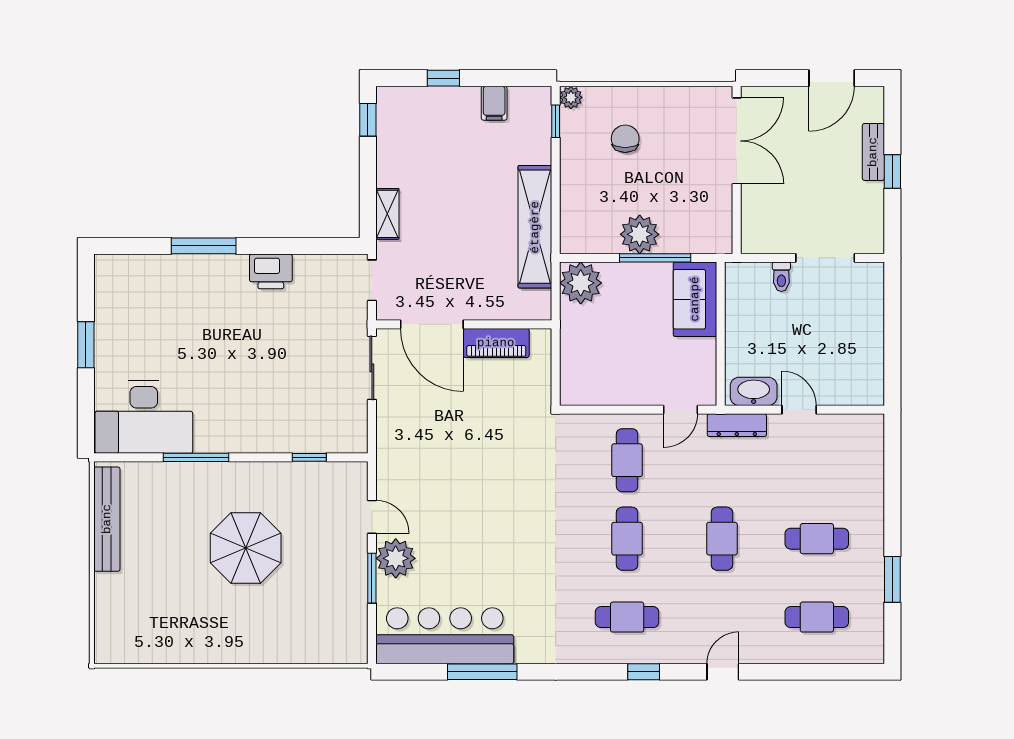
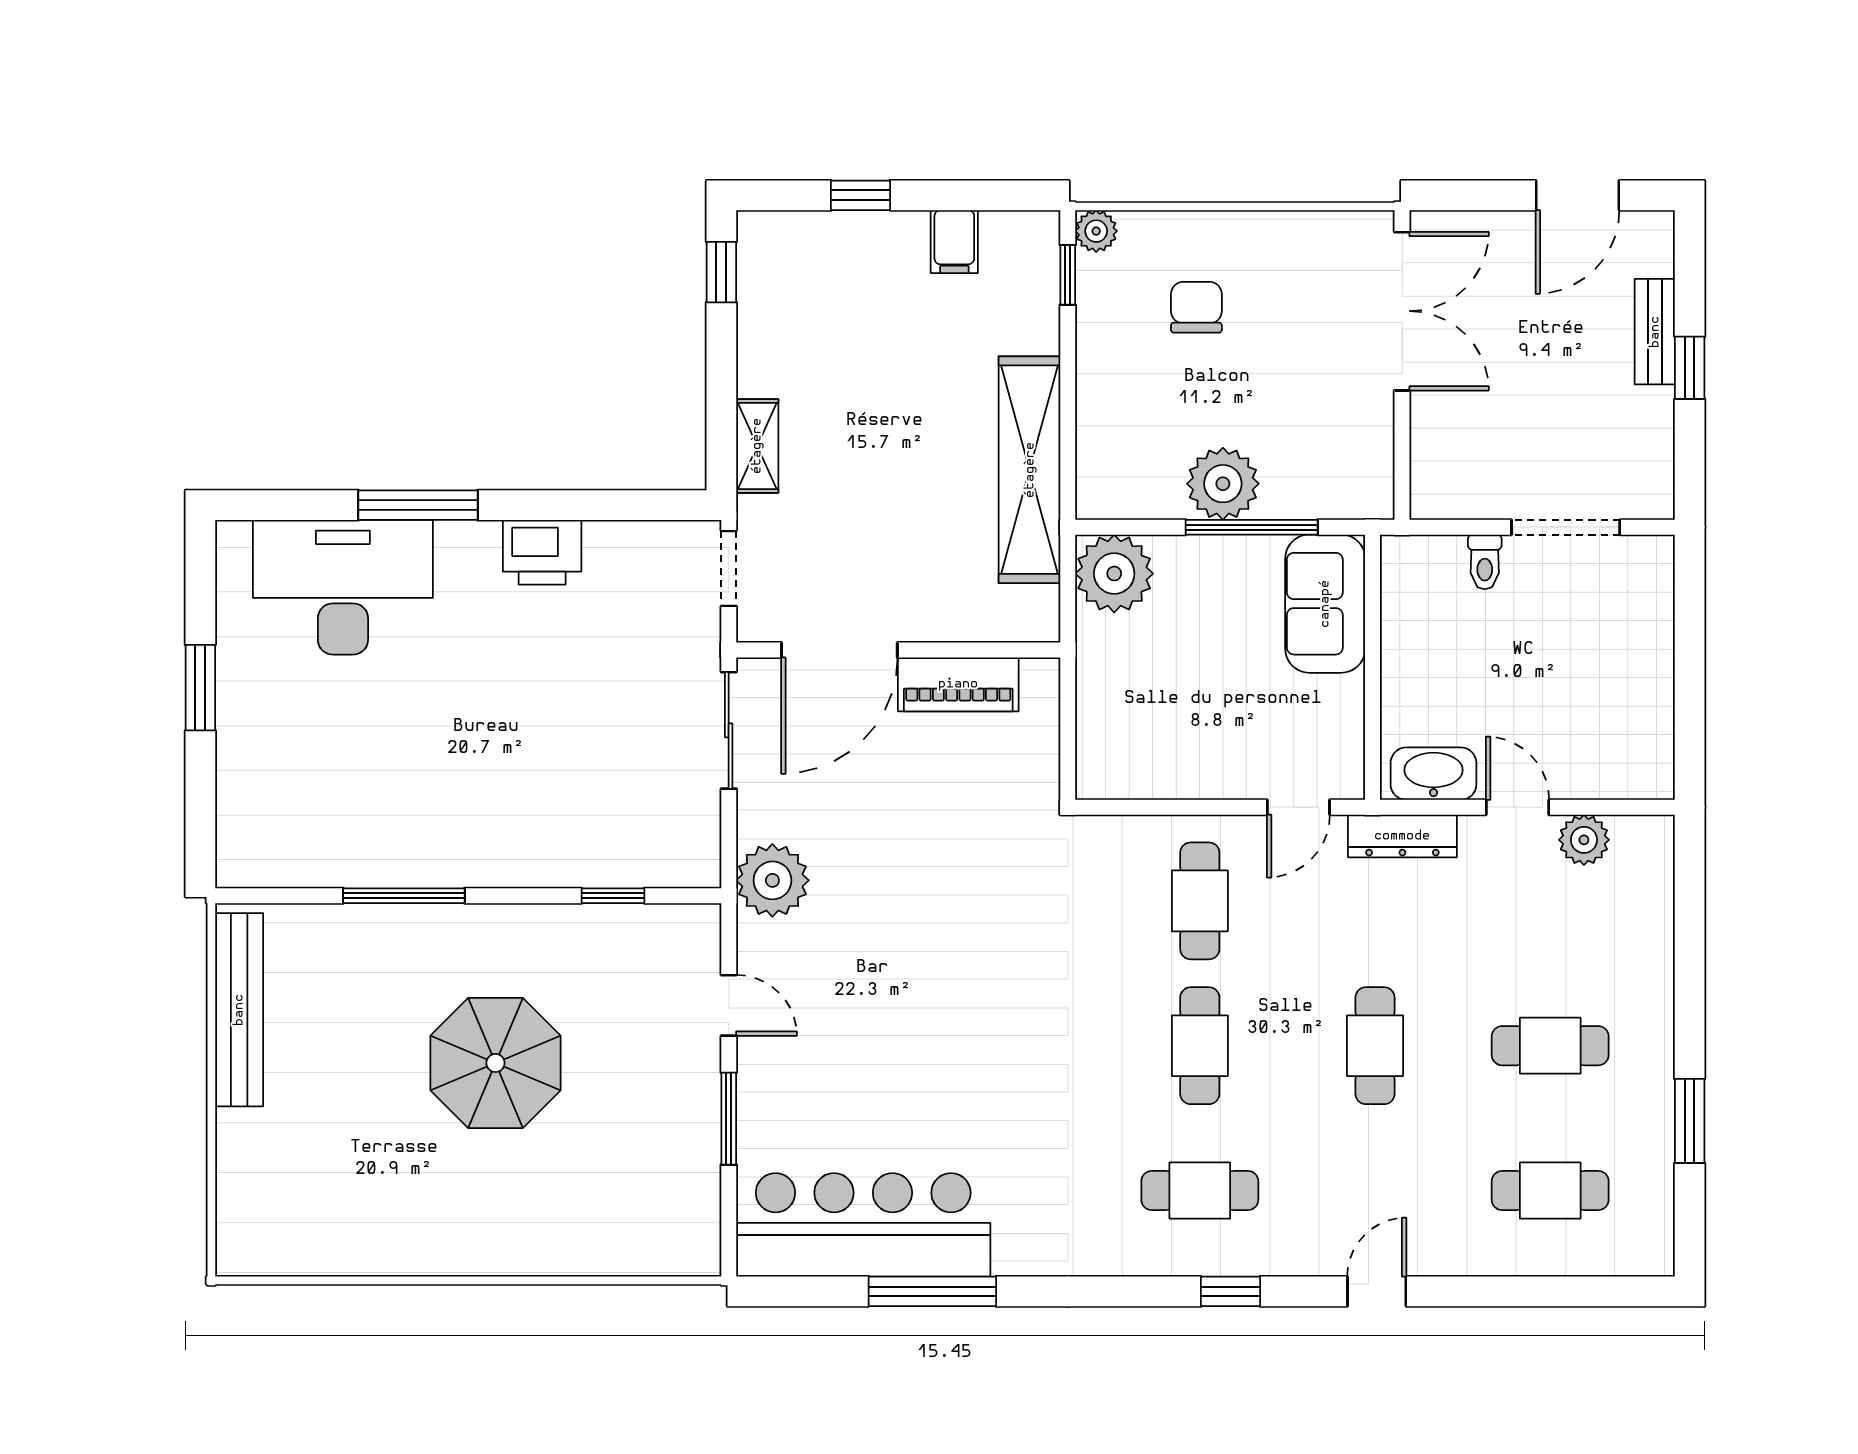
door: (432, 324) -> (839, 650), hinge flipped
desk: (144, 417) -> (343, 587), moved, turned 180
plant: (835, 427) -> (1584, 840), added
plant: (396, 558) -> (772, 880), moved

